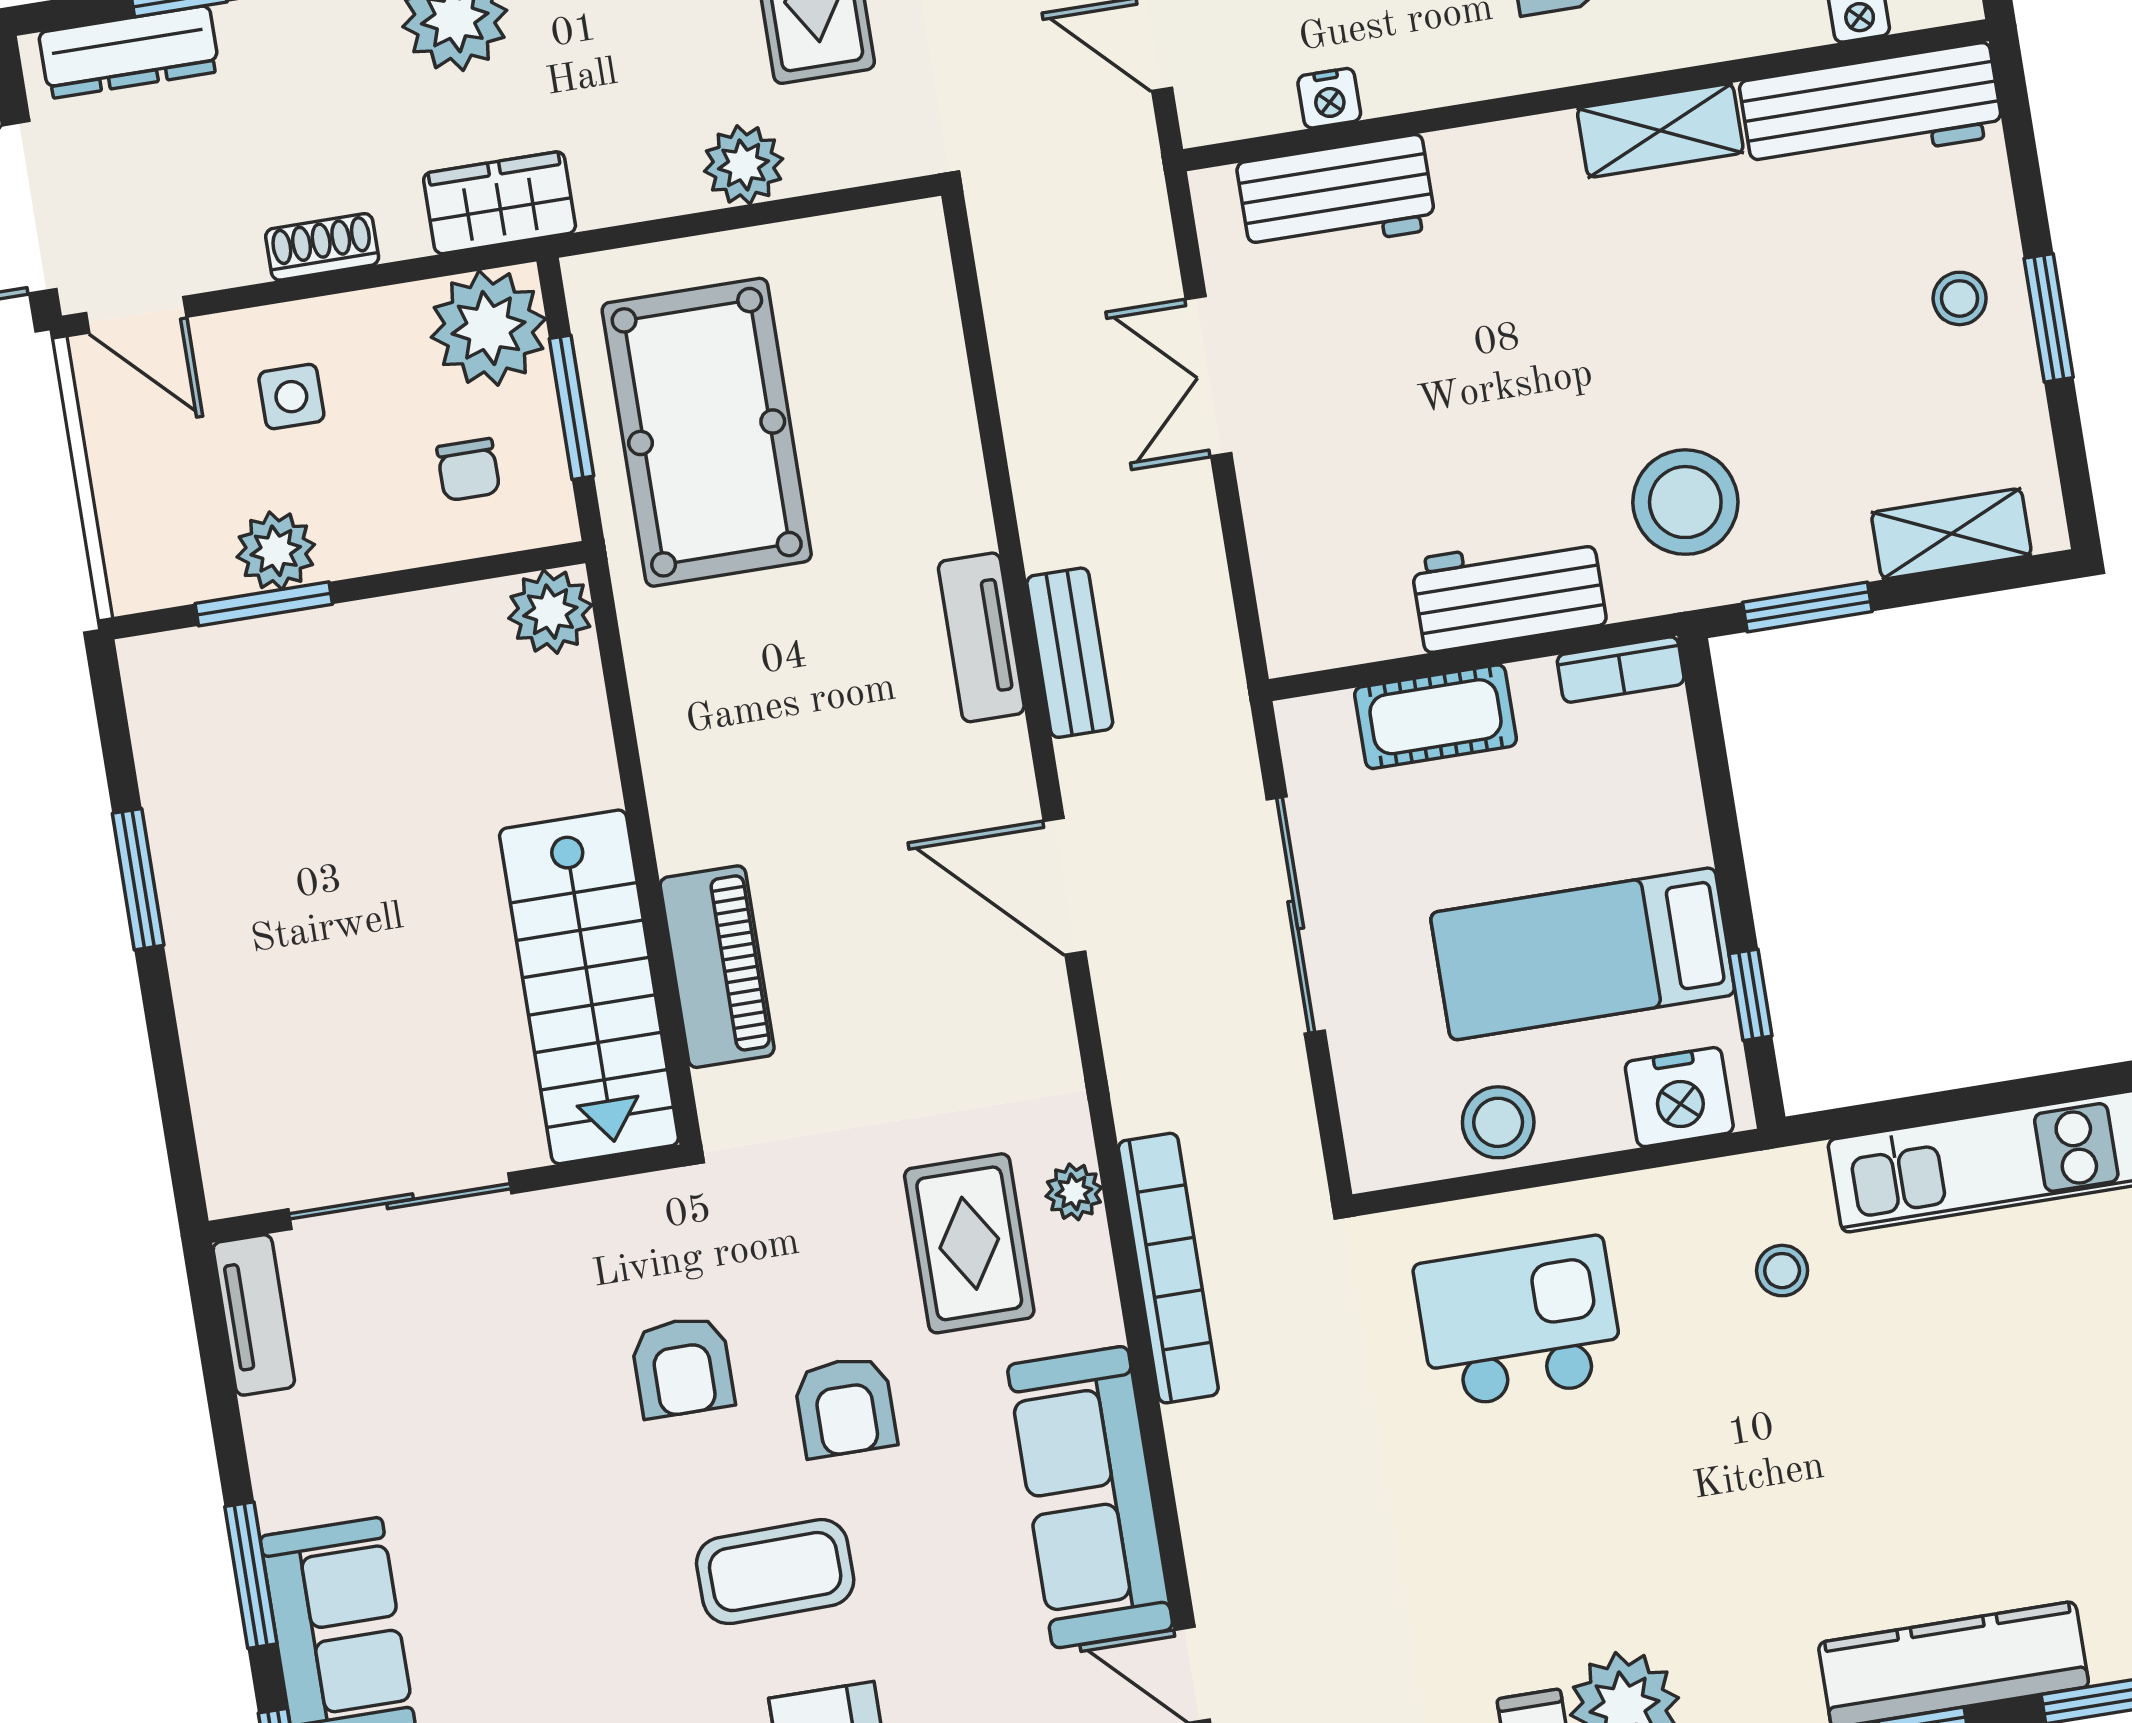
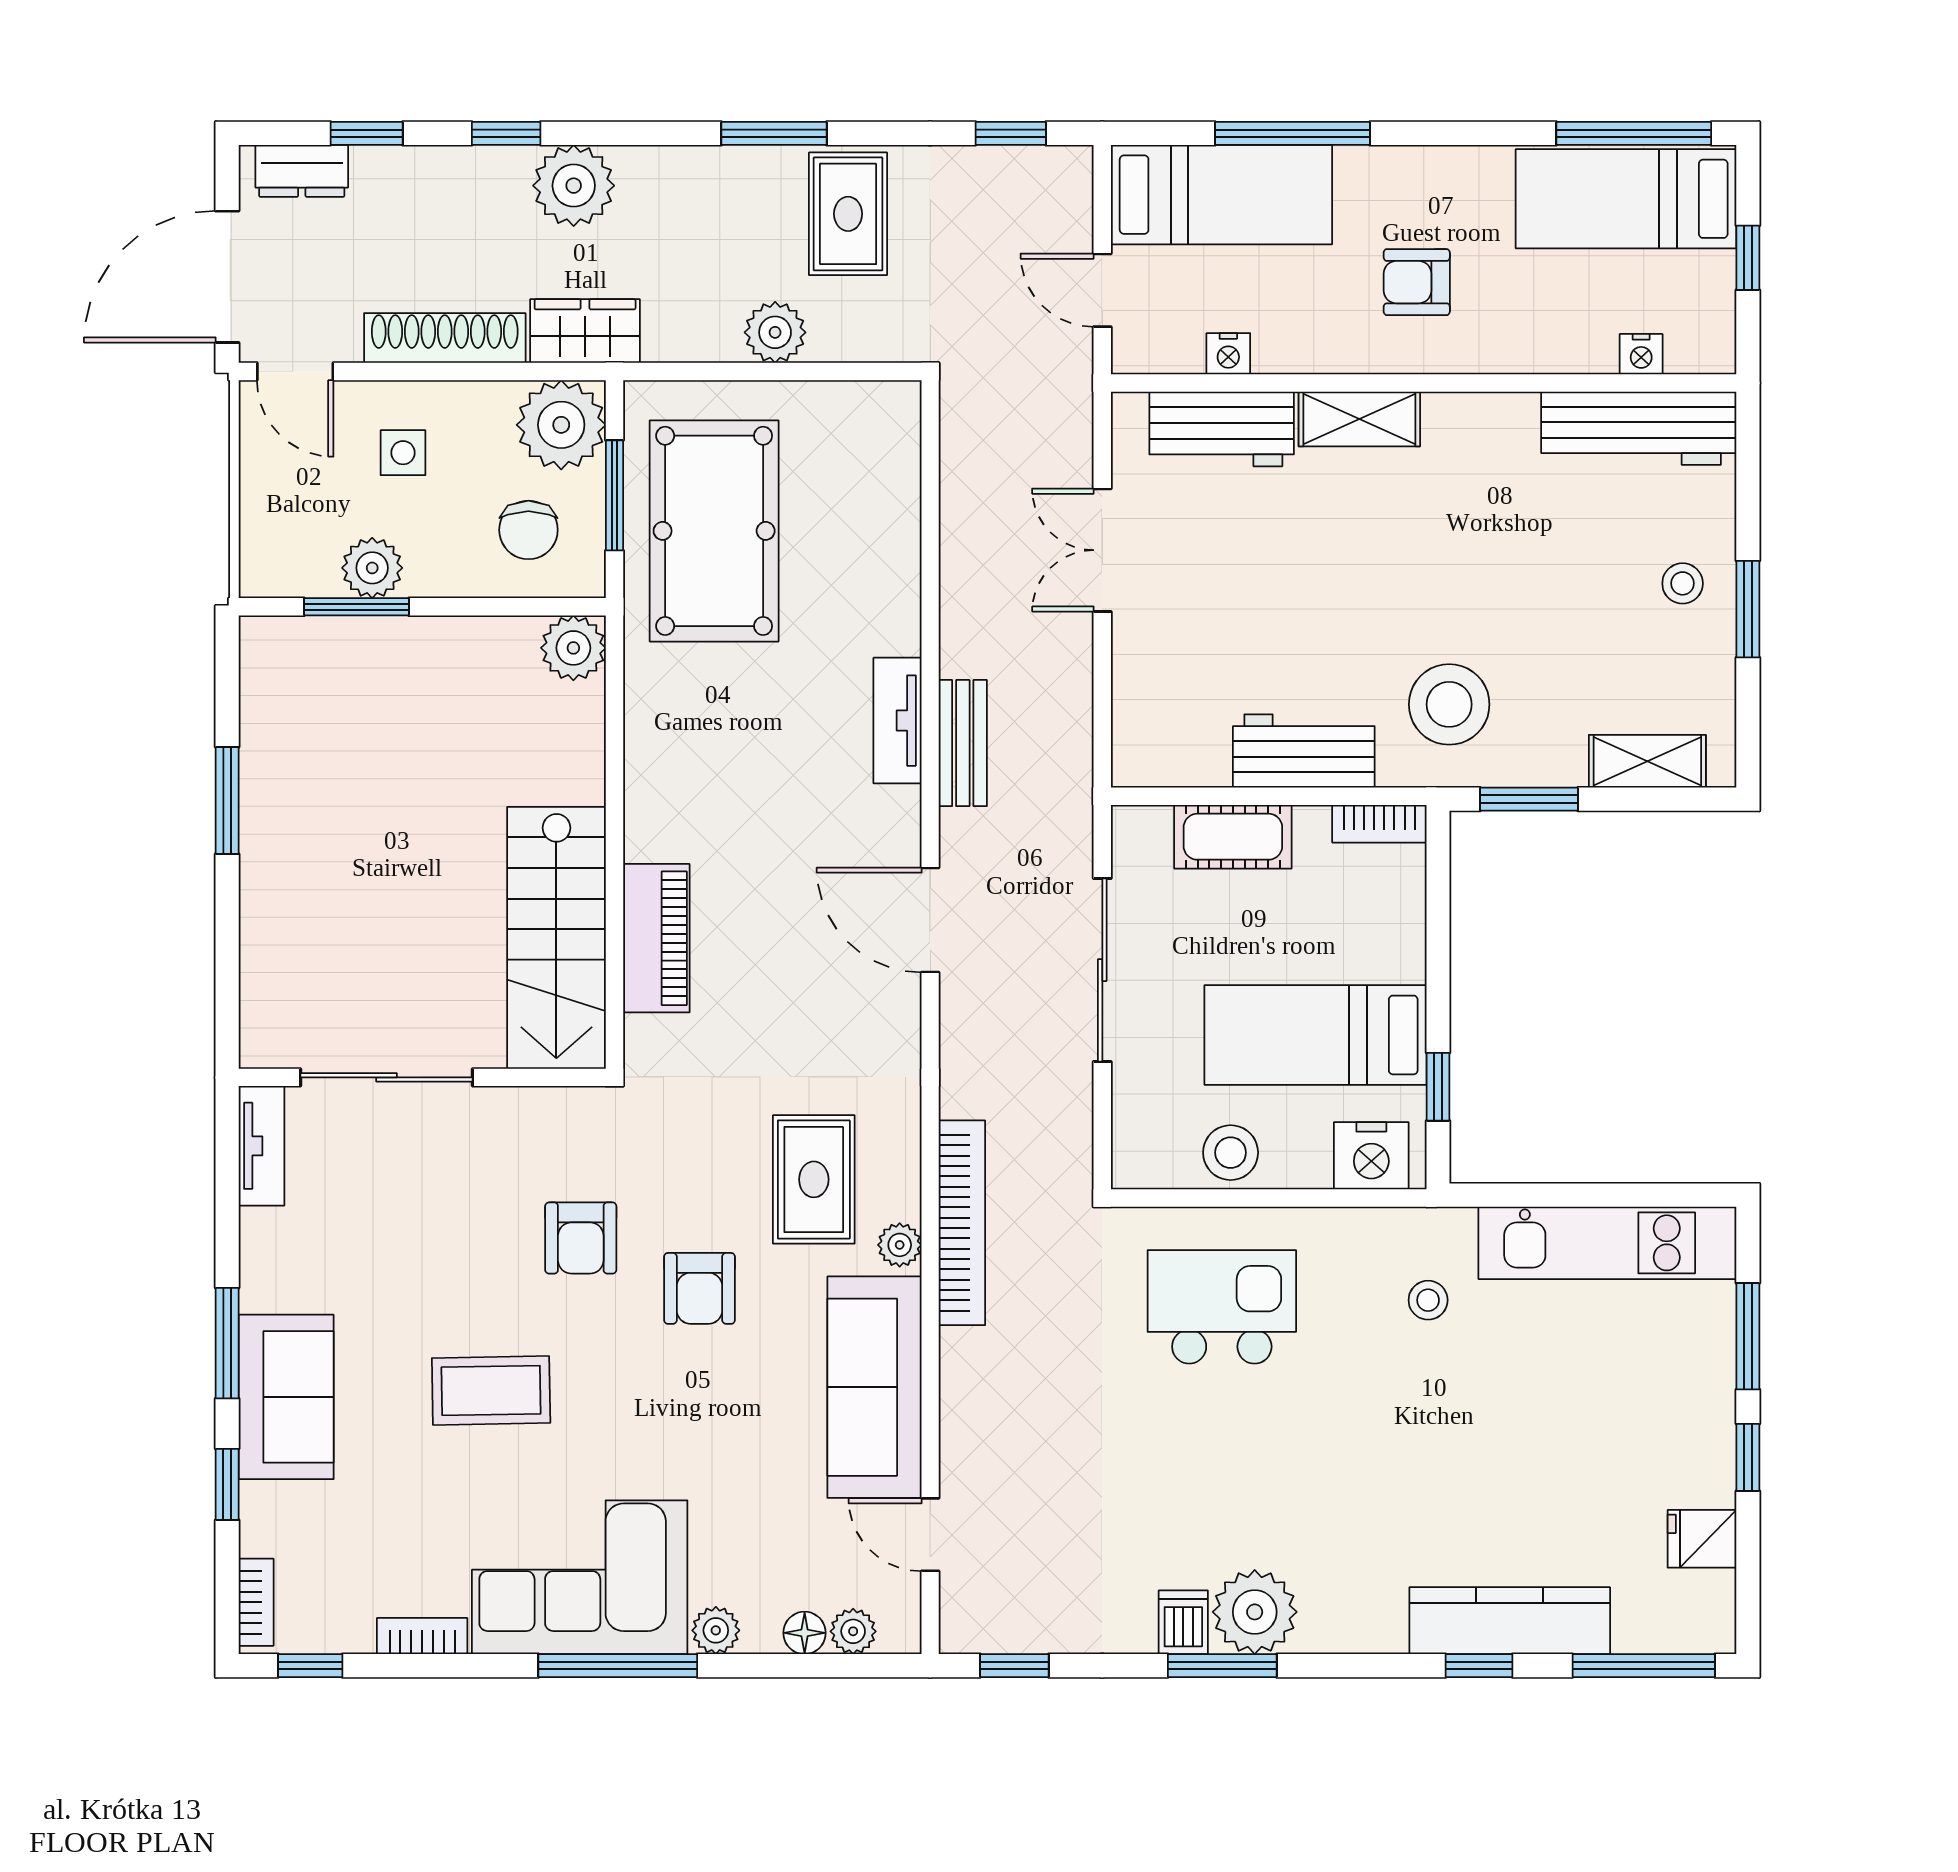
dresser: (129, 52) -> (302, 171), width x0.70
shelving: (1660, 130) -> (1359, 419), moved
shoe rack: (322, 247) -> (445, 338), width x1.94, depth x1.24
chair: (468, 470) -> (528, 530), width x1.37, depth x1.37
plant: (1074, 1192) -> (900, 1245), moved
coffee table: (775, 1572) -> (491, 1390), moved

